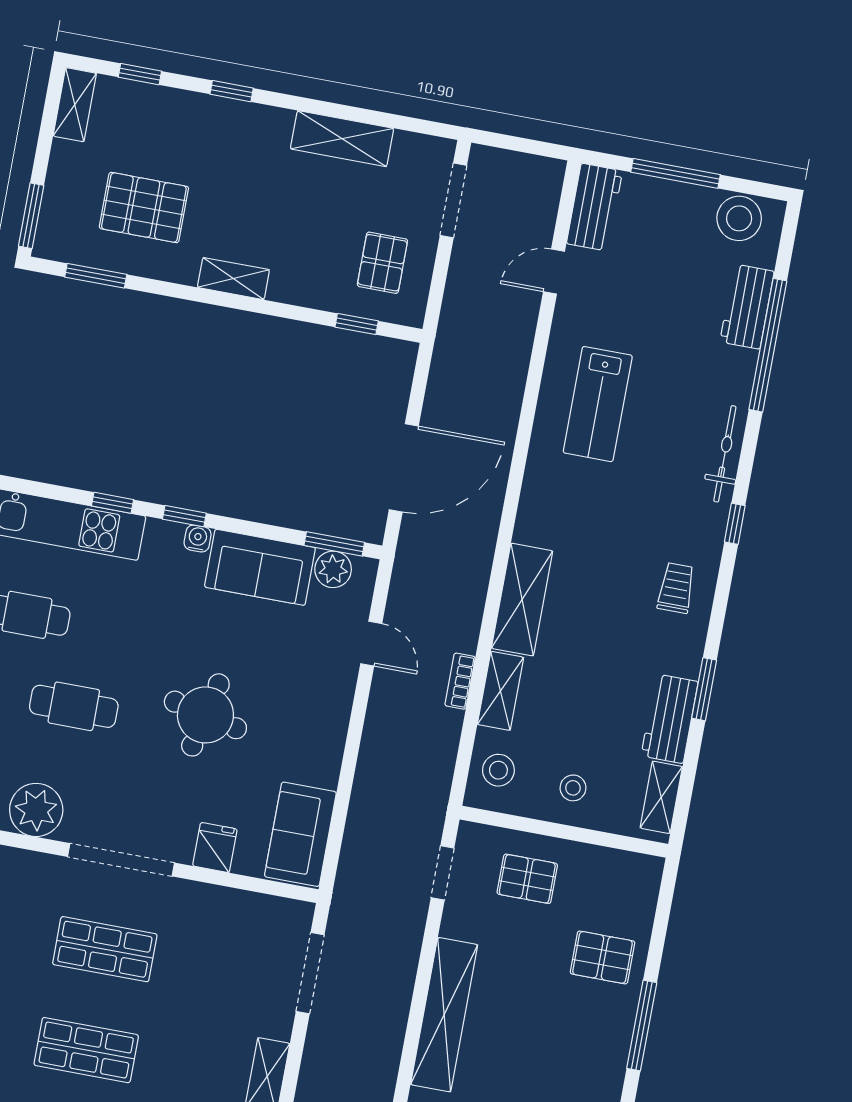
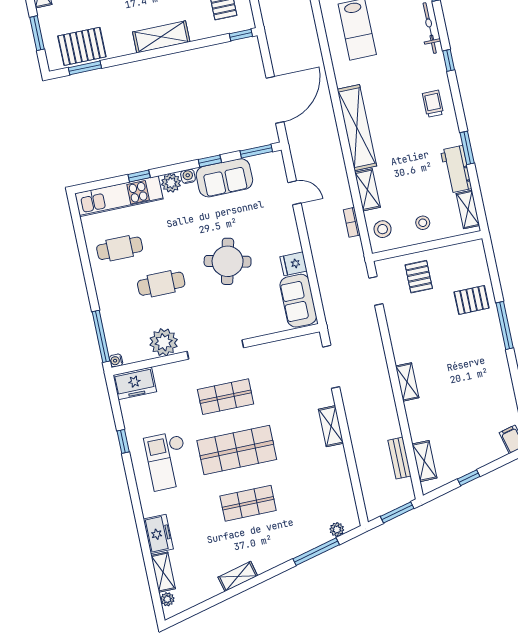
pallet: (144, 208) -> (82, 46), moved
window: (31, 216) -> (37, 33), moved
shelving: (233, 279) -> (161, 37), width x1.50, depth x1.33
window: (357, 324) -> (241, 35), moved
window: (184, 516) -> (210, 161), moved
plant: (333, 569) -> (171, 183), moved
shelving: (522, 600) -> (357, 128), width x1.47
bookcase: (460, 681) -> (352, 222), moved
fridge: (215, 847) -> (294, 264), moved, turned -90
pallet: (527, 879) -> (419, 277), turned 90
shelving: (444, 1015) -> (407, 382), width x0.45, depth x0.75
shop shelf: (86, 1050) -> (237, 450), width x1.43, depth x1.36

